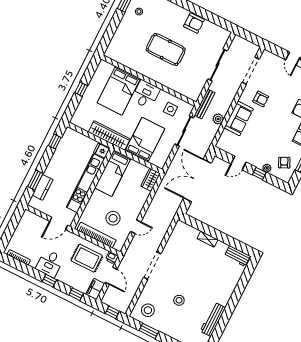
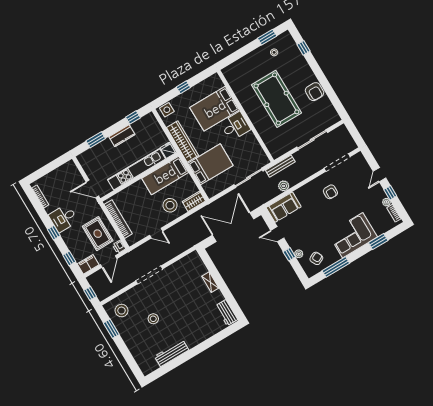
pool table: (166, 49) -> (276, 99), width x1.36, depth x1.32
side table: (170, 109) -> (167, 110), moved
sofa: (239, 118) -> (284, 207), moved
kitchen counter: (43, 187) -> (122, 136), moved
stool: (113, 218) -> (170, 205), moved

